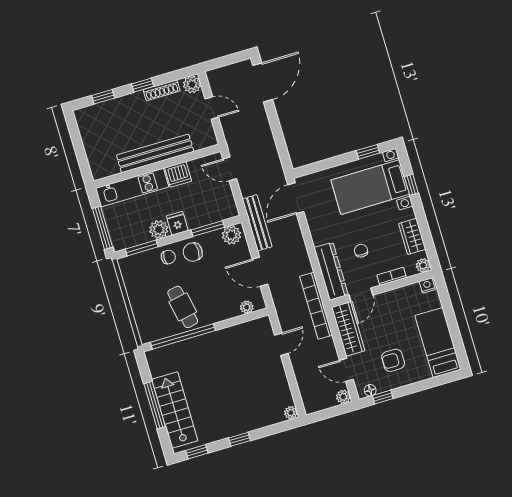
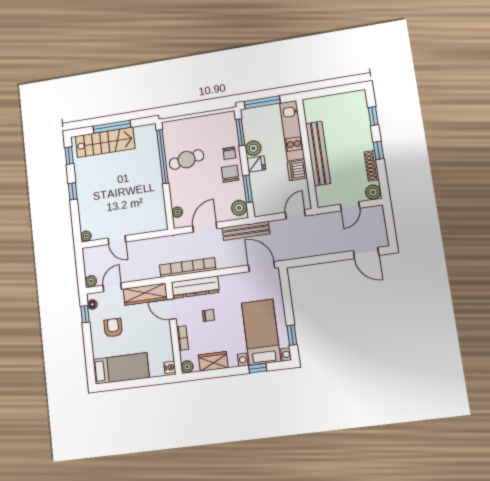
door: (263, 82) -> (366, 253), width x0.73
bookcase: (316, 306) -> (188, 267), moved
door: (281, 344) -> (117, 240), moved

